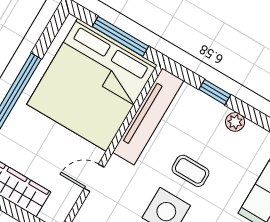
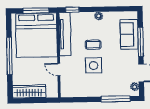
window: (215, 92) -> (72, 10), moved
door: (94, 178) -> (59, 70), hinge flipped

